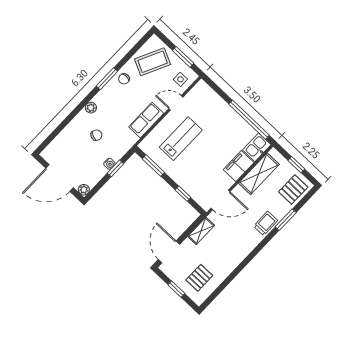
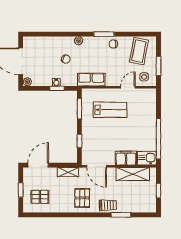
coffee table: (153, 62) -> (139, 51), turned 75
door: (176, 103) -> (128, 87), hinge flipped
row of seats: (146, 120) -> (91, 80), moved
pallet: (293, 189) -> (82, 198), moved, turned 90

